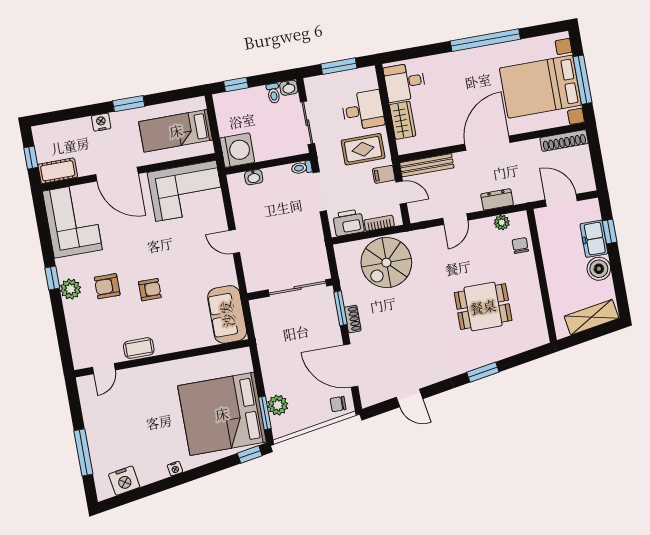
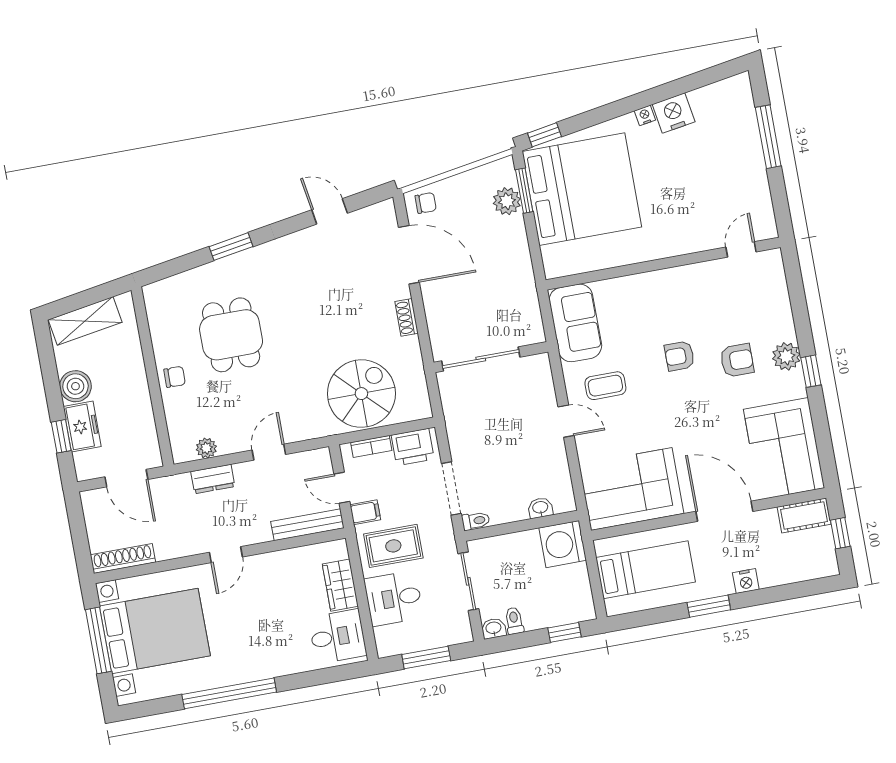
door: (487, 143) -> (226, 555), width x0.53
chair: (520, 246) -> (175, 377), moved, turned -89
dining table: (483, 307) -> (231, 335), turned 90
window: (340, 308) -> (423, 332), removed
coffee table: (139, 348) -> (605, 386), moved
nightstand: (124, 481) -> (674, 113), moved

